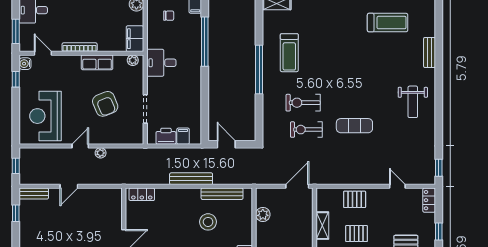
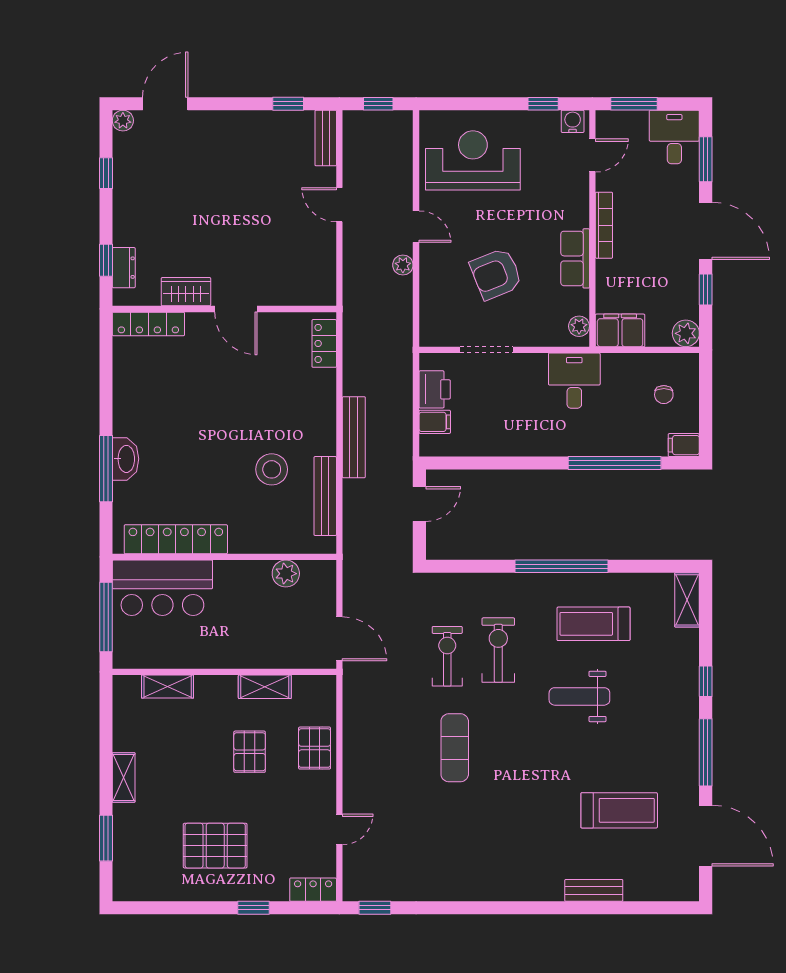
treadmill: (388, 23) -> (619, 810), moved, turned -90
weight bench: (413, 102) -> (579, 696), moved

